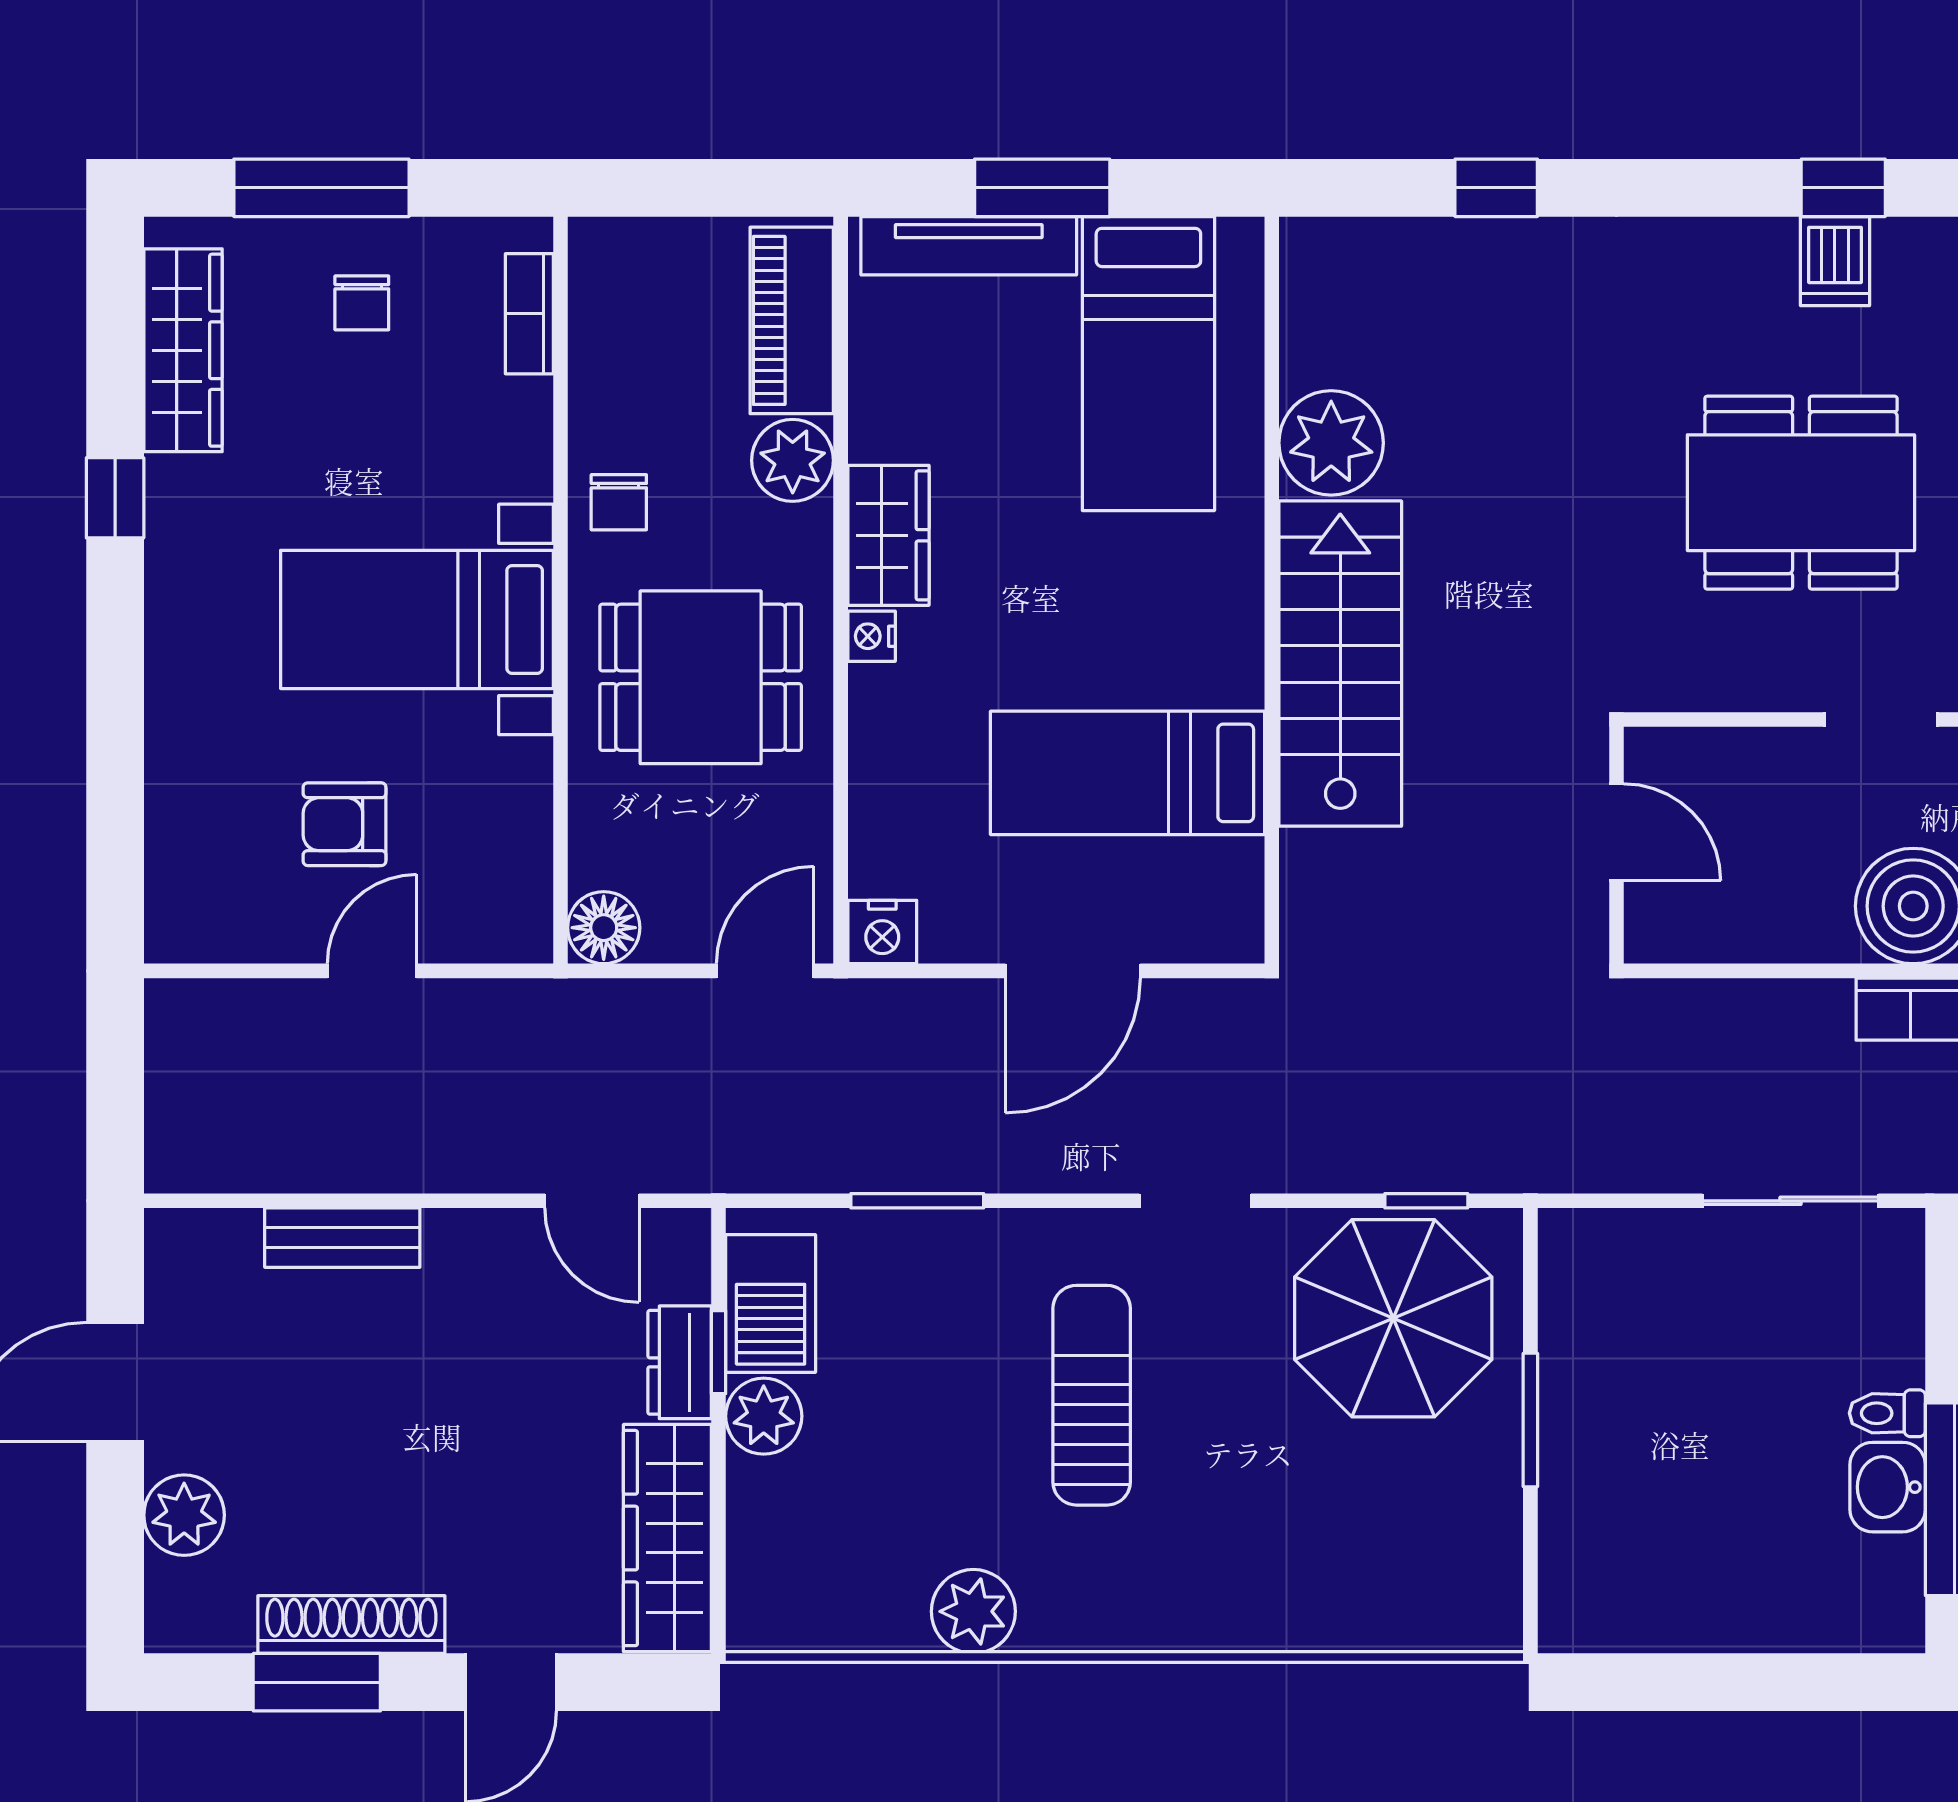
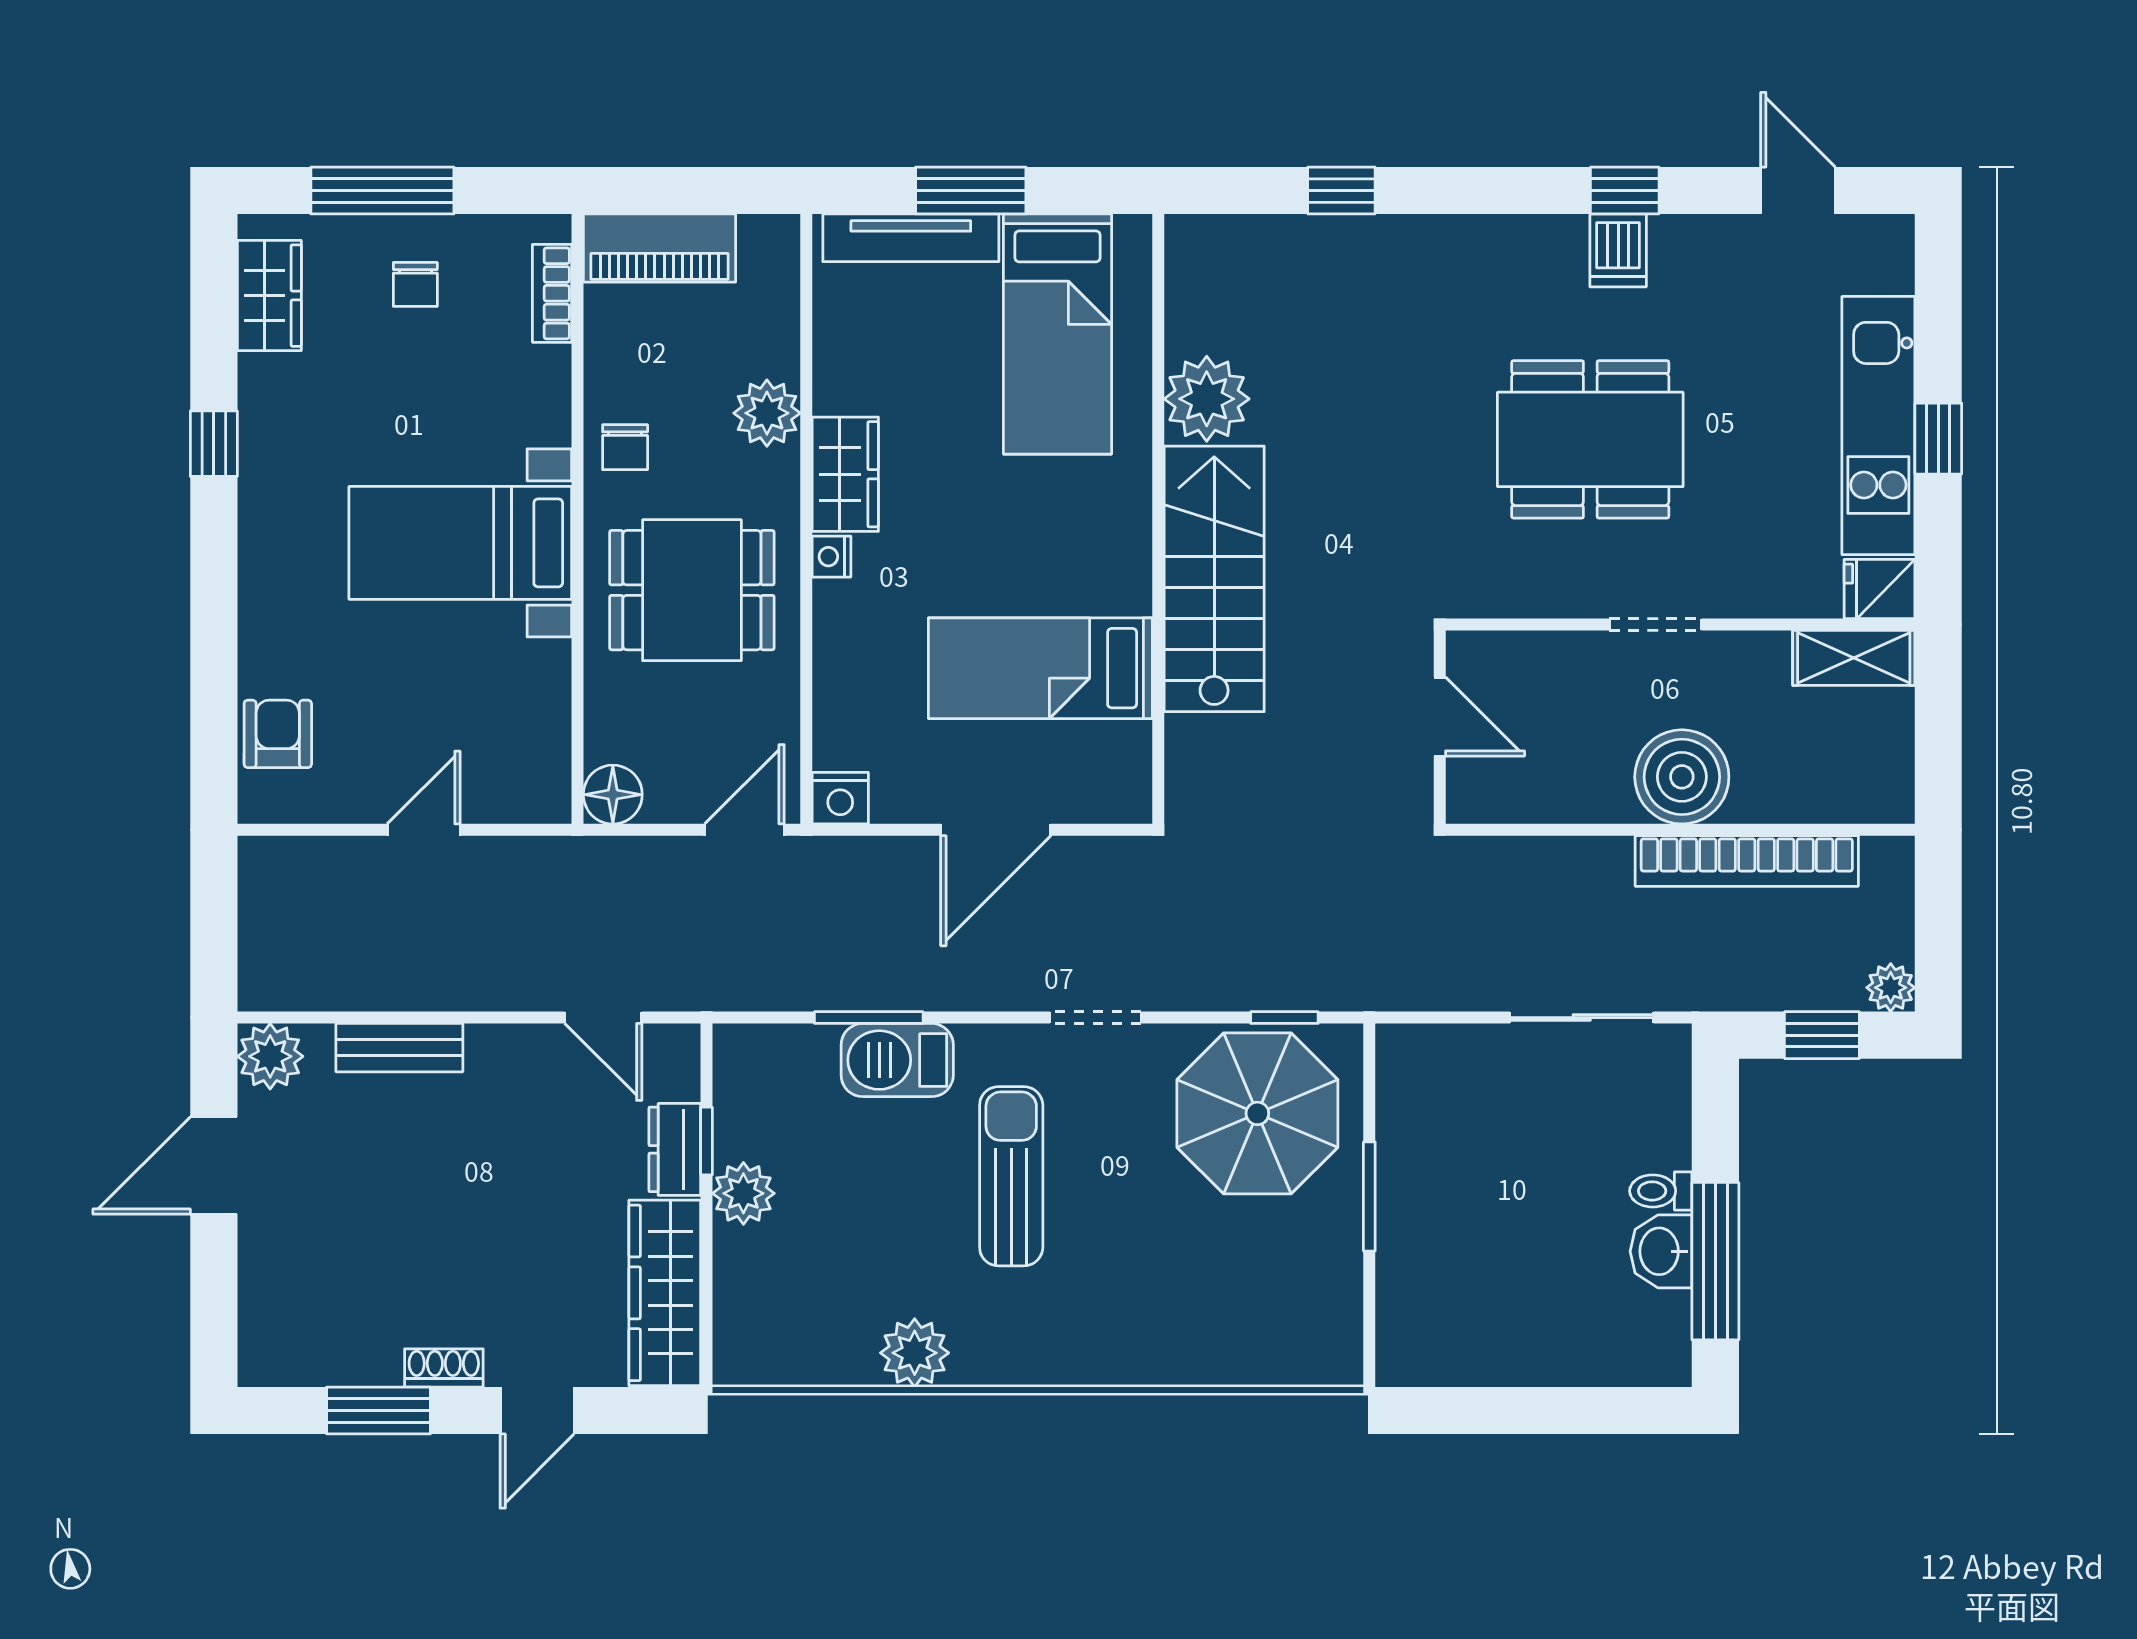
piano: (792, 320) -> (659, 248), moved, turned -90
wardrobe: (183, 350) -> (269, 296), width x0.67
armchair: (345, 824) -> (278, 734), moved, turned 90
barbecue: (771, 1304) -> (897, 1060), moved, turned 90
plant: (184, 1515) -> (270, 1056), moved
shoe rack: (351, 1625) -> (444, 1368), width x0.51, depth x0.81

